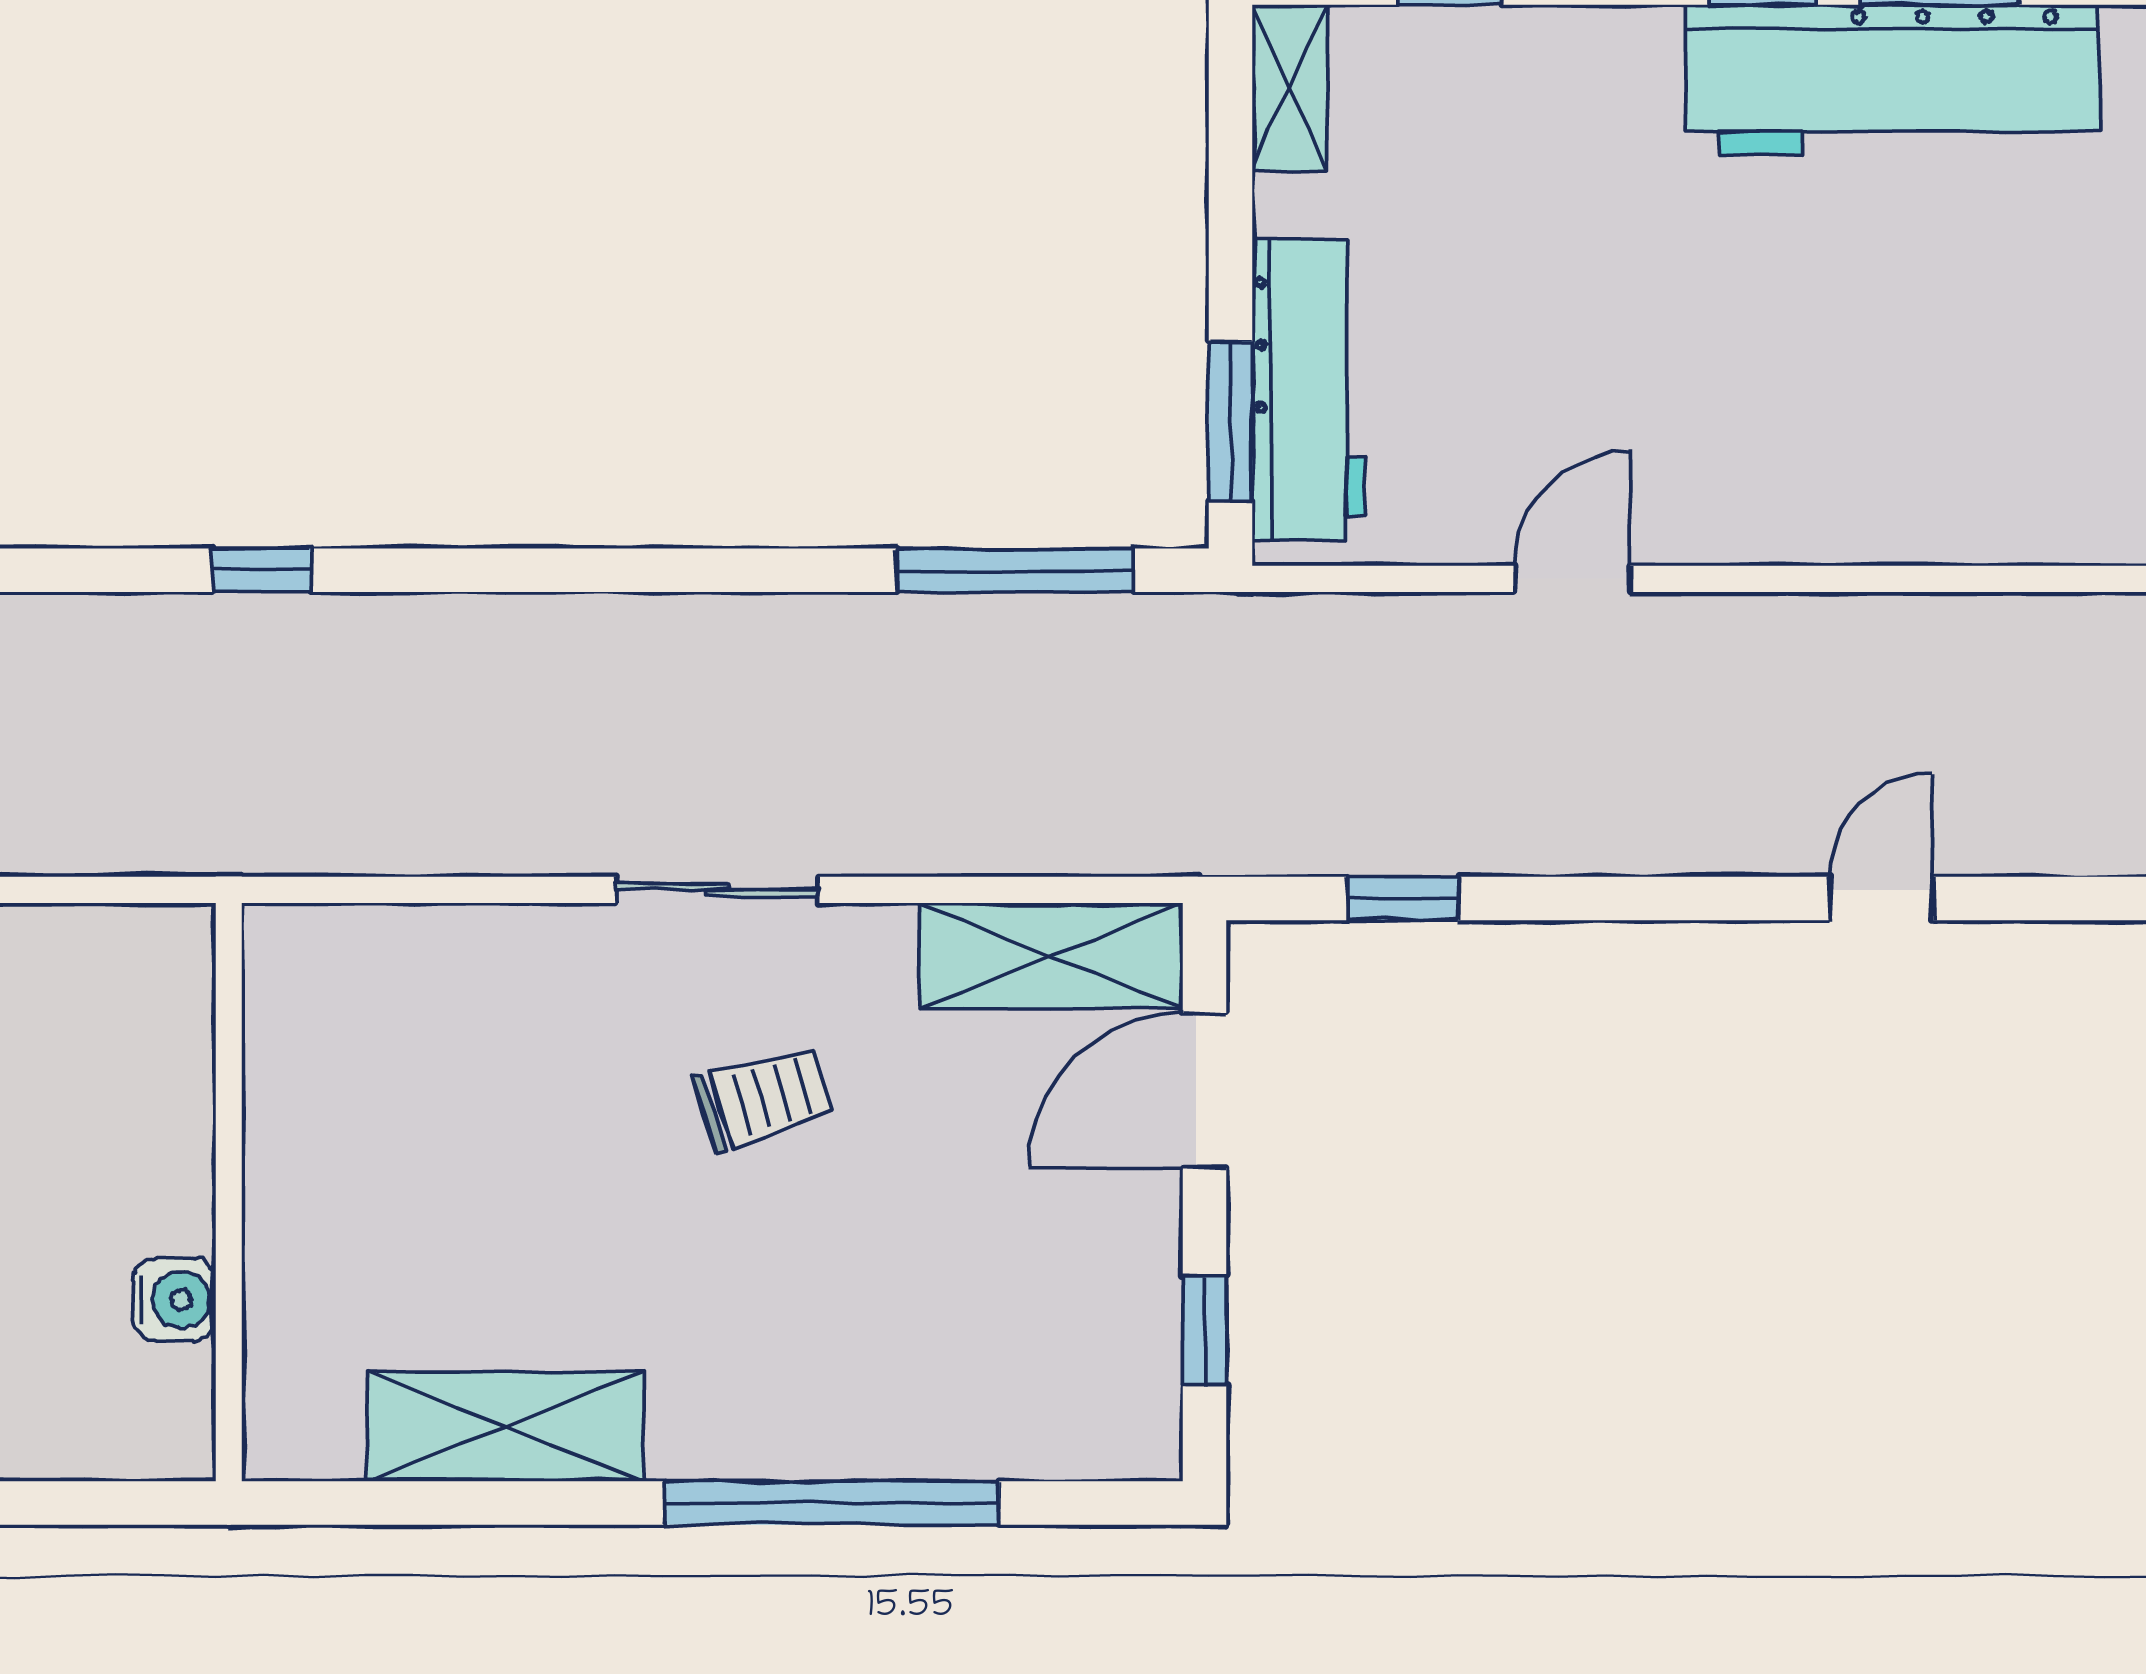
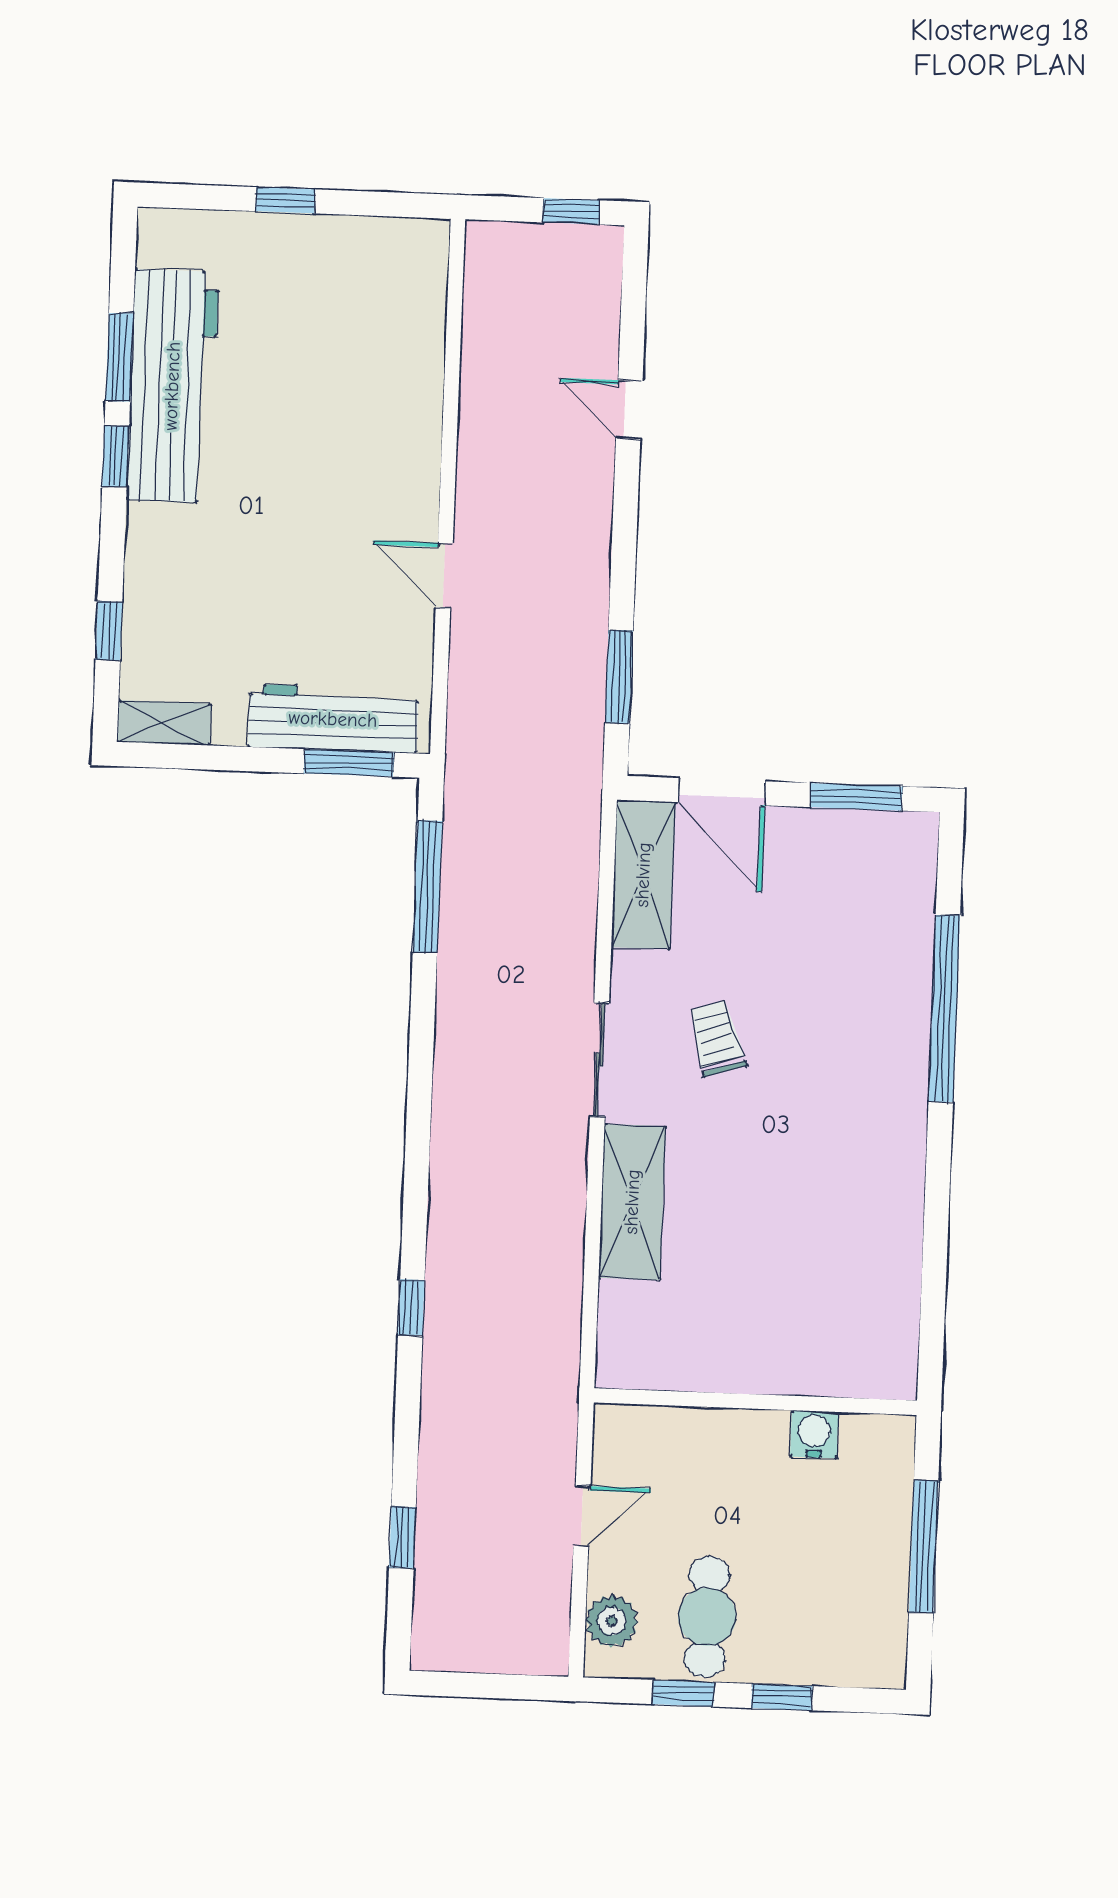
window: (1403, 898) -> (619, 677), width x1.50
wall: (229, 1192) -> (755, 1402), moved
water cooler: (174, 1300) -> (814, 1434), moved
window: (1205, 1331) -> (856, 797), width x1.50
shelving: (505, 1426) -> (632, 1202), moved

